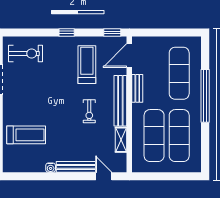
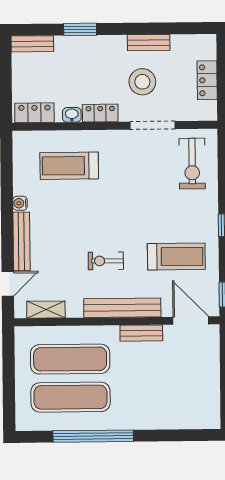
exercise mat: (179, 73) -> (165, 396), removed
window: (205, 96) -> (93, 436), moved
treadmill: (26, 135) -> (69, 166), turned 90
shelving: (121, 140) -> (46, 310), moved

